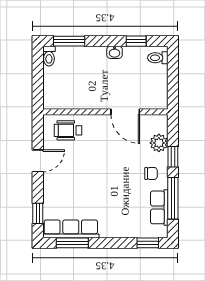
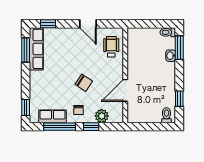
washbasin: (115, 52) -> (171, 56), moved
chair: (115, 166) -> (84, 83), added

